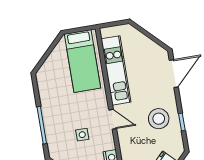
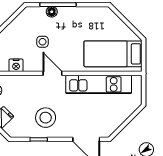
door: (113, 119) -> (52, 73), swing flipped
floor lamp: (50, 130) -> (52, 12), added

